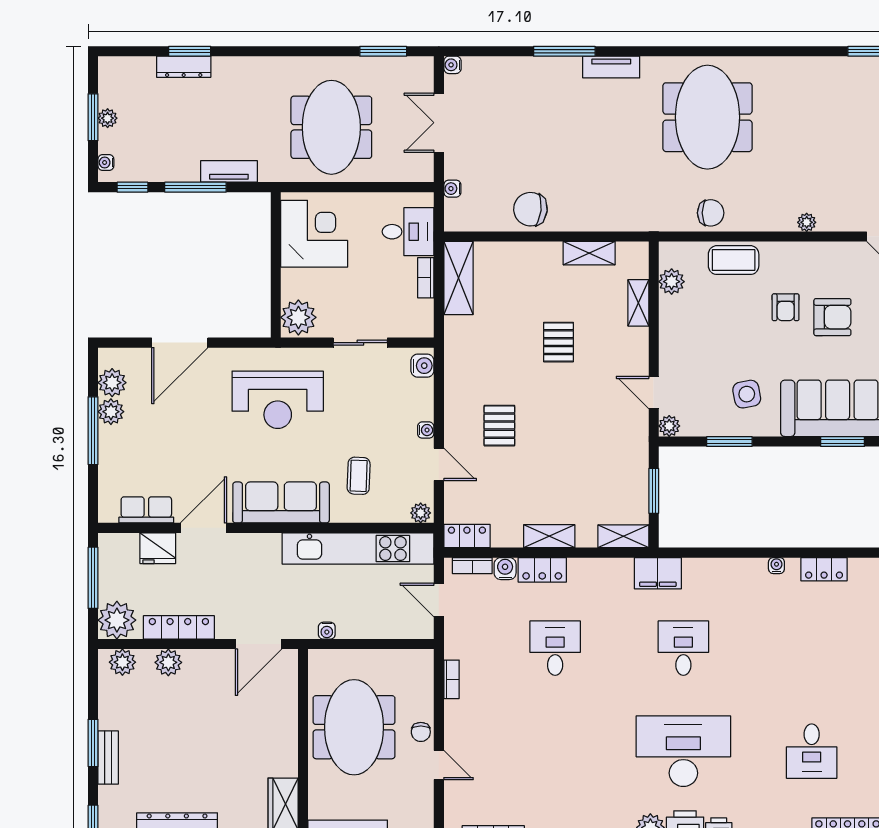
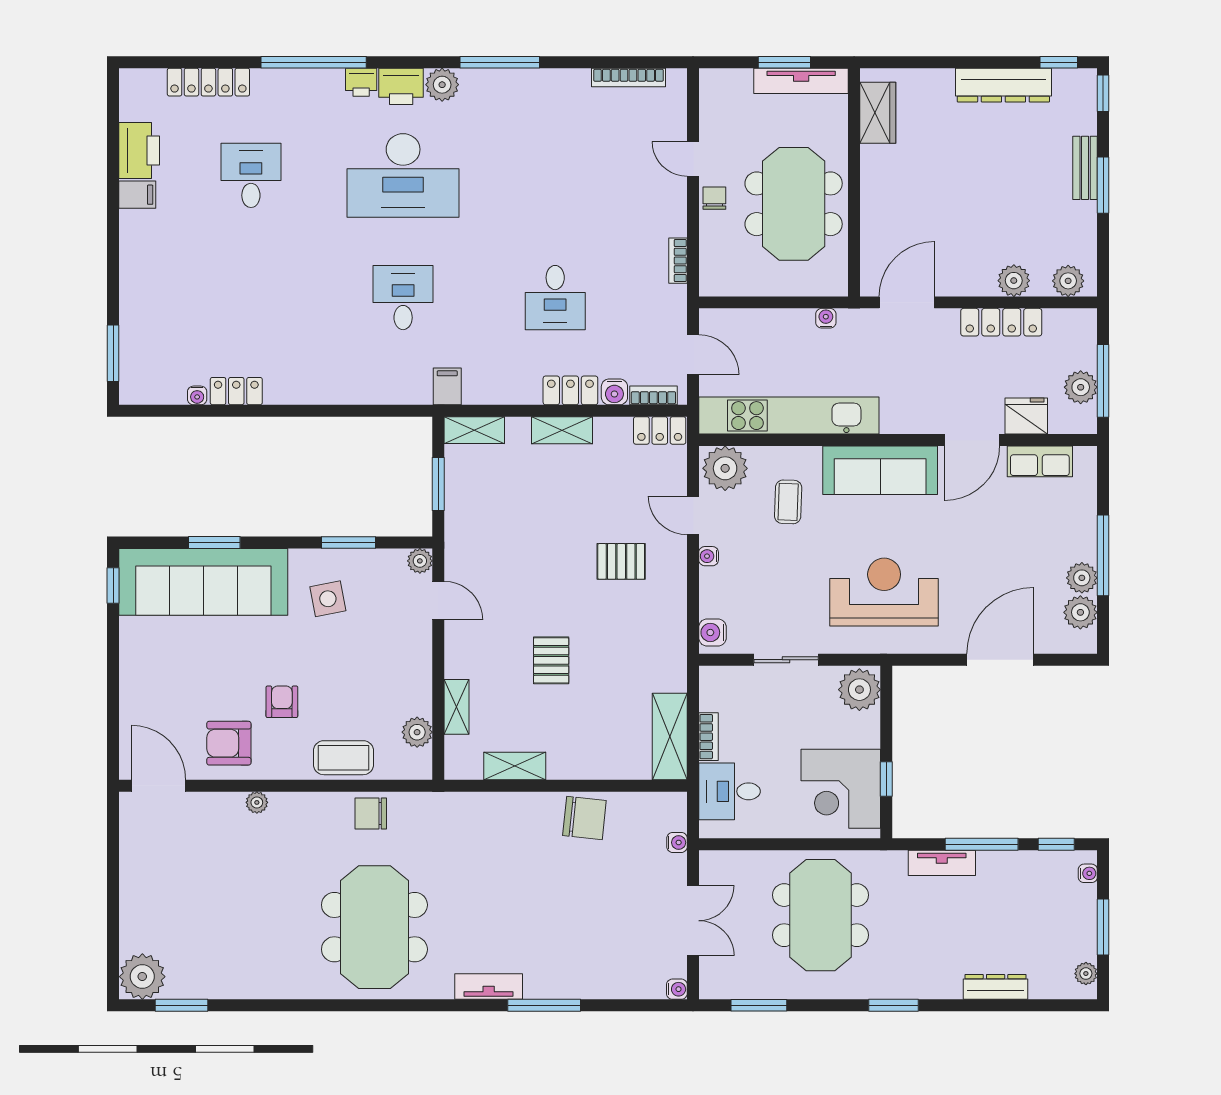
window: (190, 51) -> (894, 1005), moved
plant: (108, 118) -> (1086, 974), moved
window: (276, 242) -> (886, 779), added
armchair: (832, 317) -> (229, 743), moved
pallet: (499, 426) -> (621, 561), turned 90
plant: (421, 513) -> (725, 468), width x1.88, depth x1.88
water cooler: (776, 566) -> (197, 395), moved
filing cabinet: (658, 573) -> (447, 386), width x0.50
plant: (117, 620) -> (1081, 387), moved, width x0.73, depth x0.73
desk: (683, 648) -> (403, 298), turned 180

